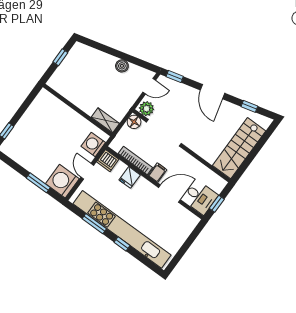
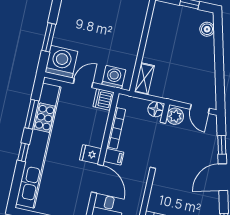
boiler: (122, 66) -> (207, 29), moved
window: (175, 77) -> (222, 145), moved
fridge: (130, 177) -> (90, 154), moved

